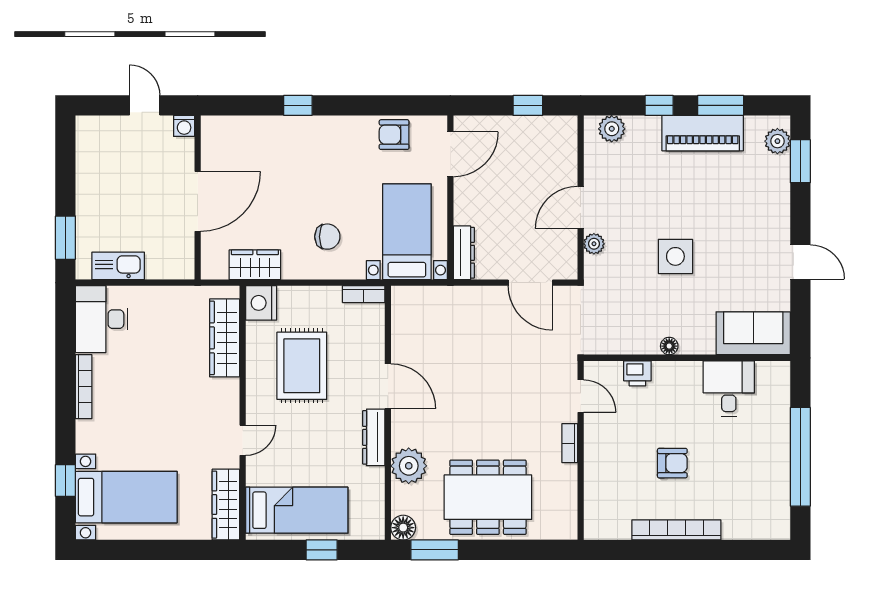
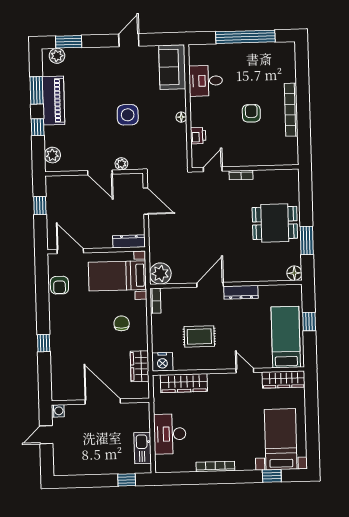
window: (65, 238) -> (127, 480), width x0.67
door: (530, 283) -> (146, 201), hinge flipped
desk: (102, 319) -> (170, 434), moved, turned 90
rug: (302, 366) -> (199, 336), width x0.73, depth x0.70
plant: (409, 466) -> (160, 274), moved
dining table: (488, 497) -> (275, 223), width x0.73
window: (435, 550) -> (307, 240), moved

